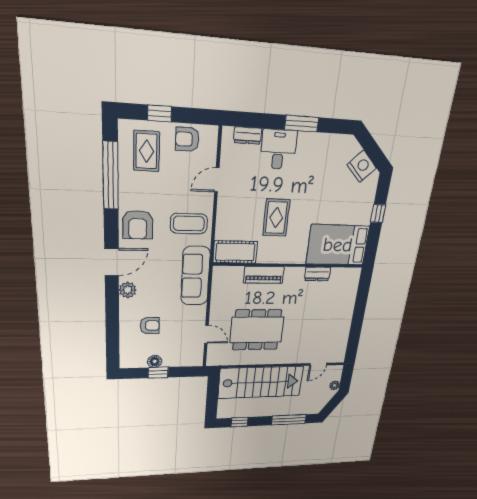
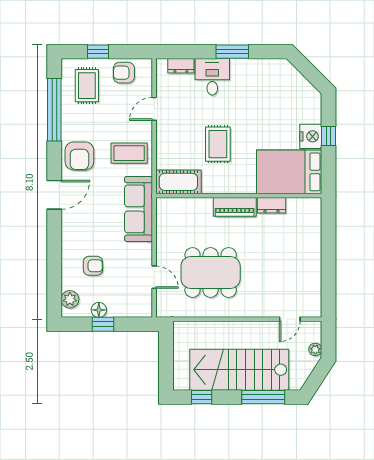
nightstand: (362, 166) -> (311, 136), moved, turned 45
piano: (264, 275) -> (235, 207), moved
plant: (128, 290) -> (70, 299), moved
stairs: (261, 382) -> (239, 370), moved, turned 180

